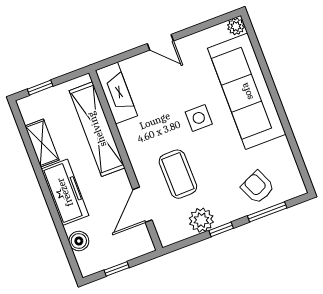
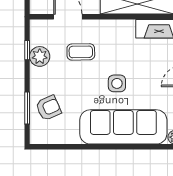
coffee table: (178, 174) -> (81, 52), width x0.73, depth x0.77
window: (221, 229) -> (27, 50), moved

